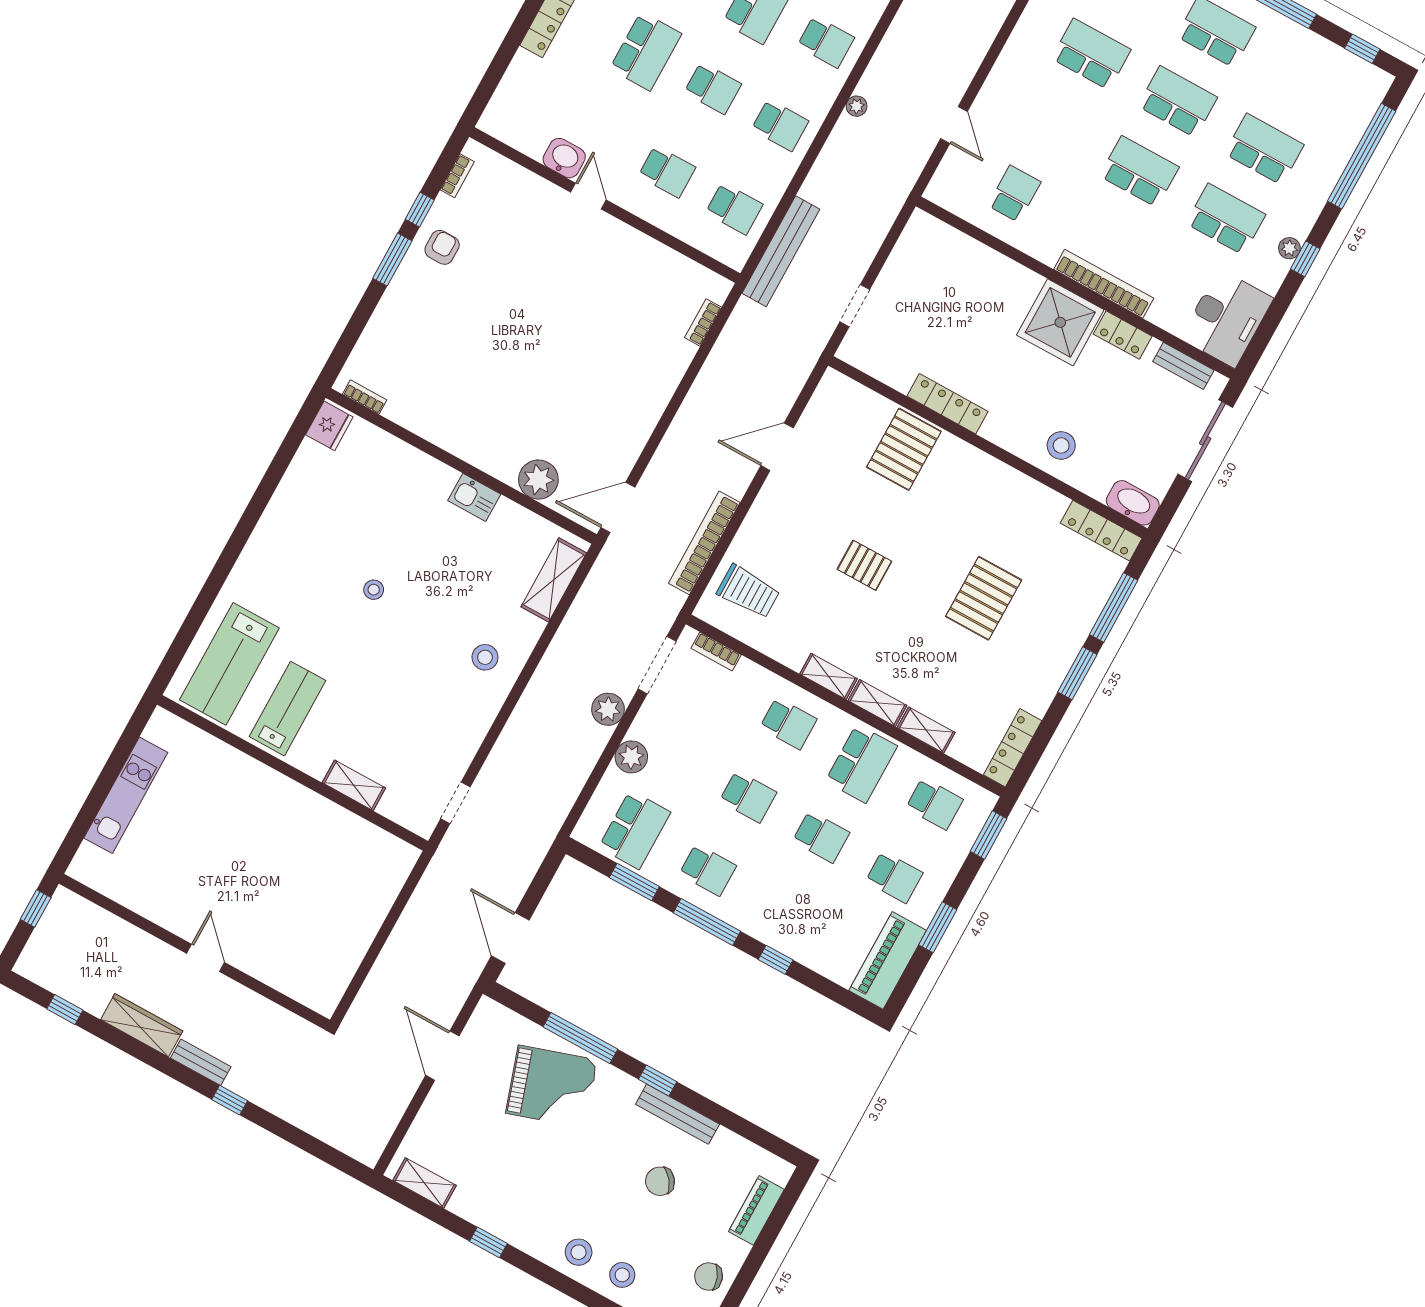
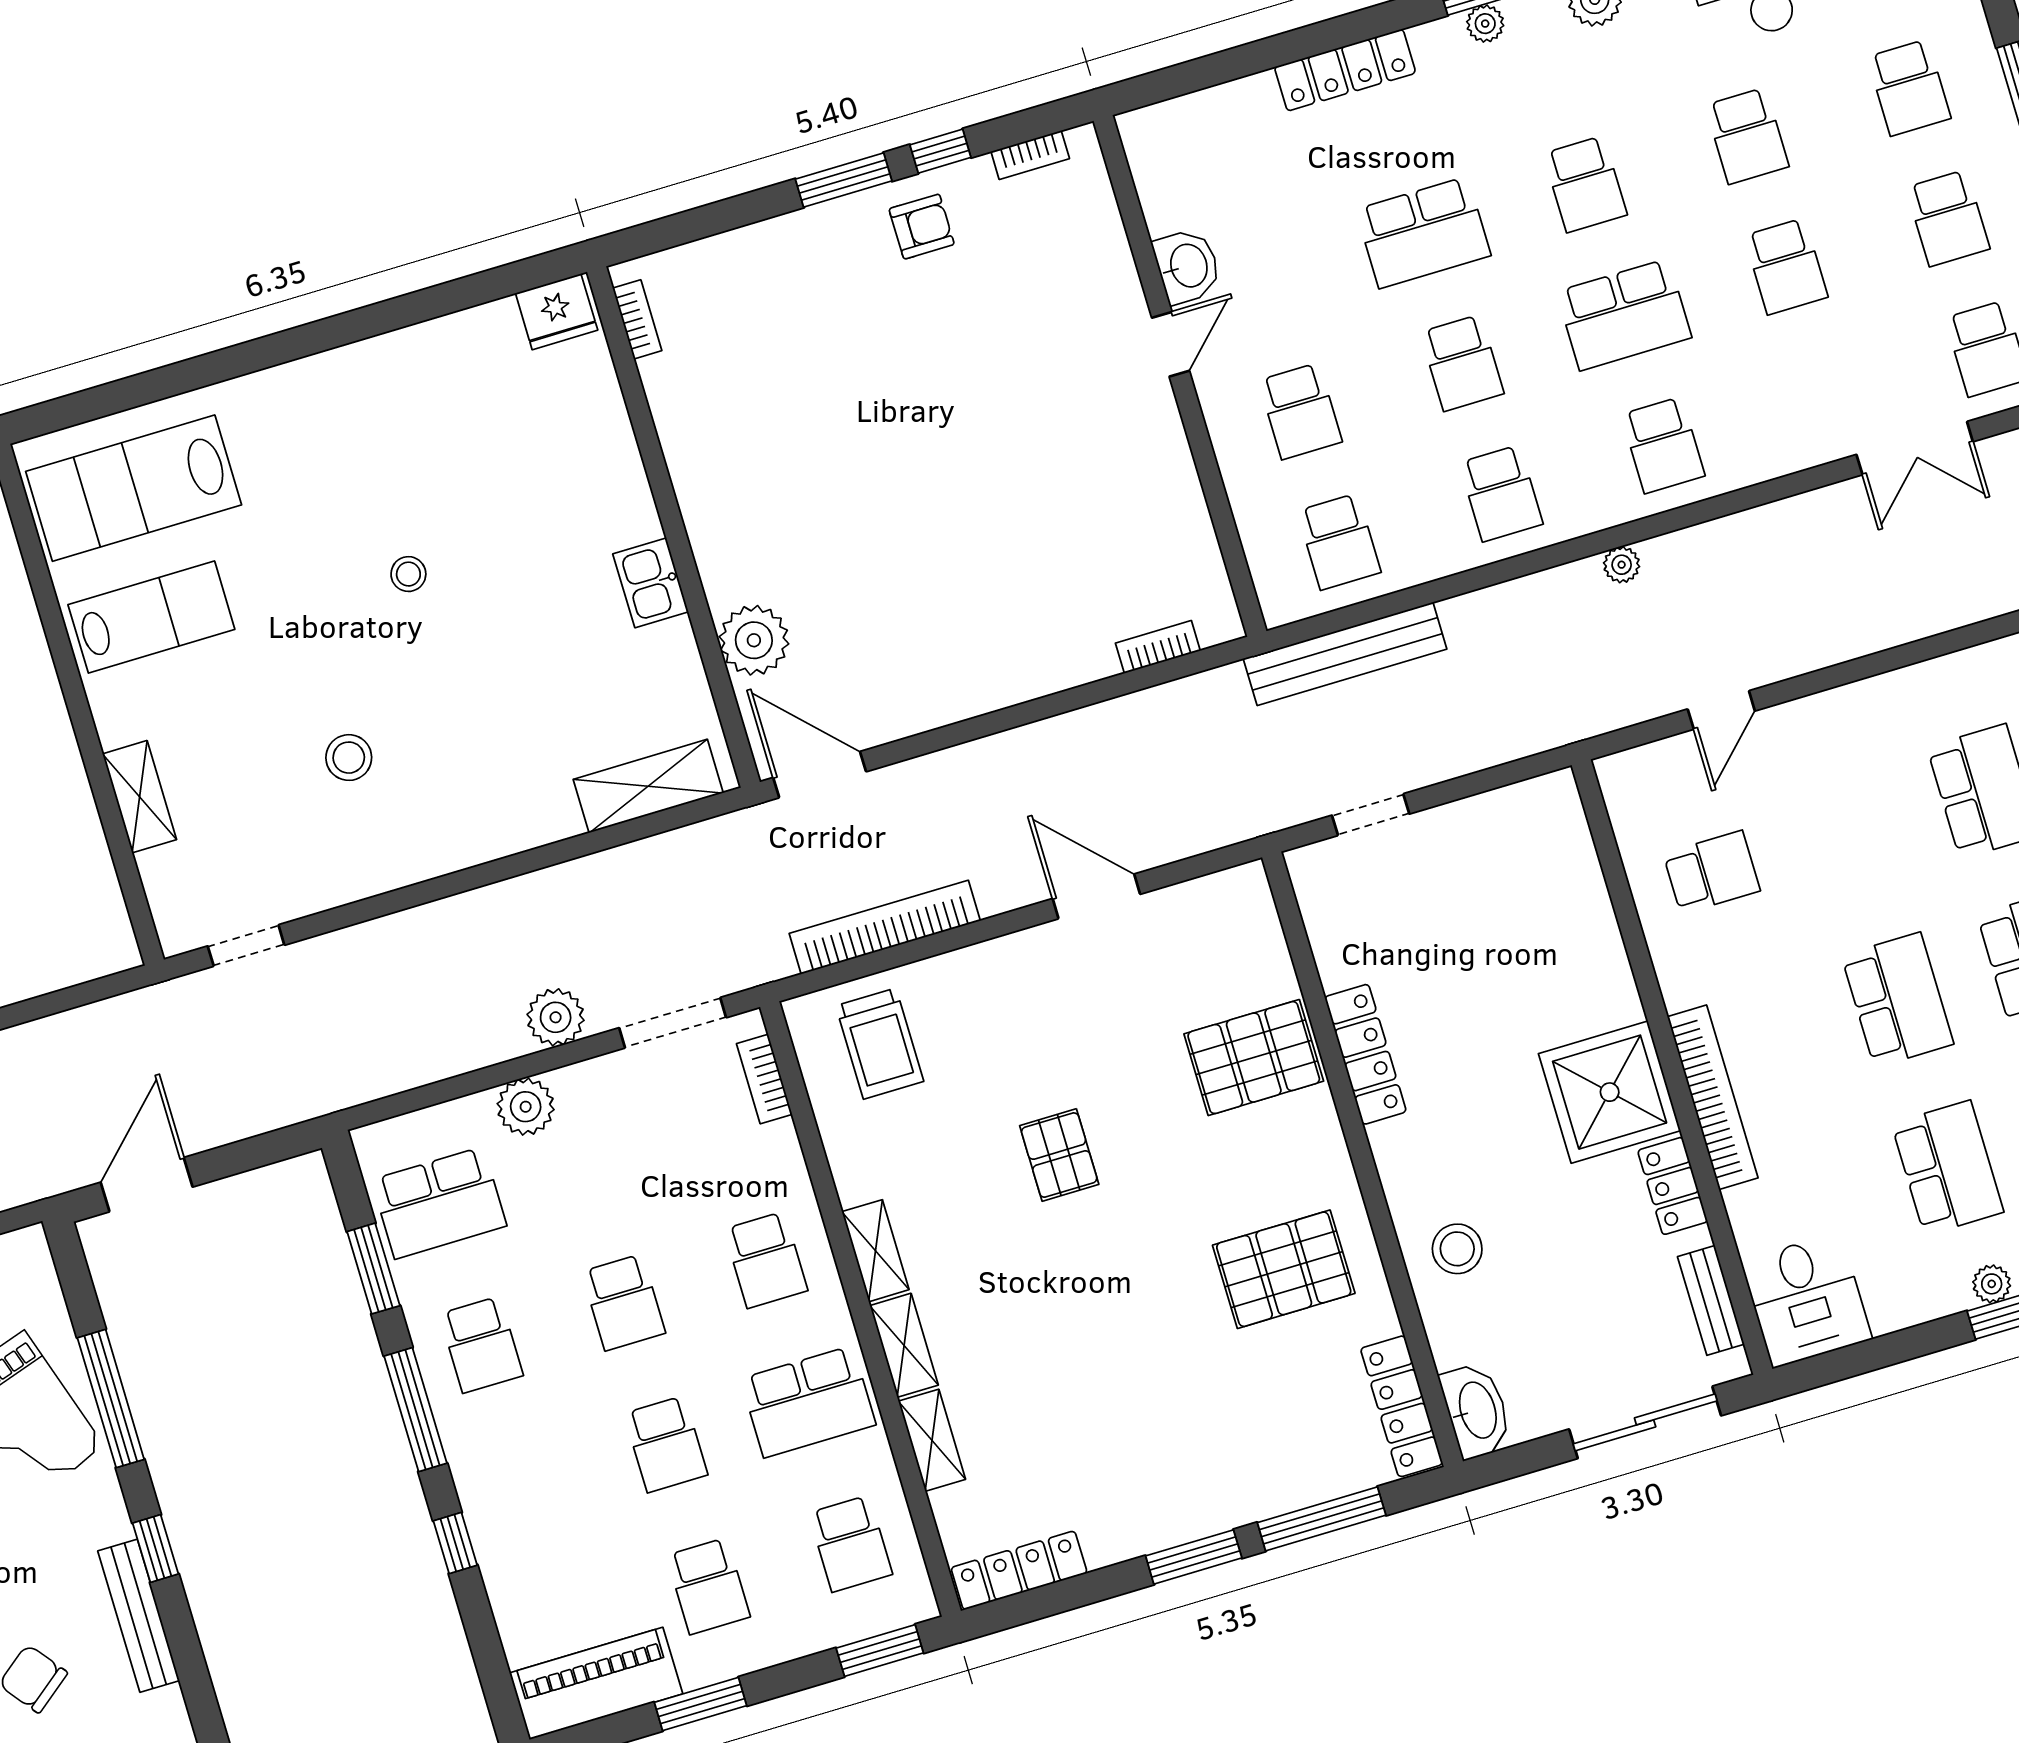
desk: (1227, 318) -> (1806, 1300), width x0.73
pallet: (984, 598) -> (1284, 1269), moved
stool: (485, 657) -> (349, 758), moved

